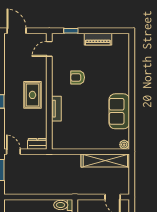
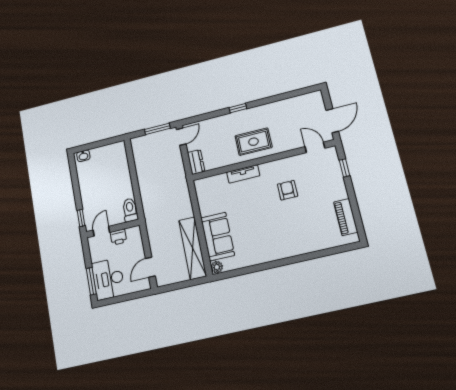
door: (17, 31) -> (332, 121), moved
piano: (98, 39) -> (346, 217), moved
sofa: (119, 111) -> (218, 237), moved, turned 90

